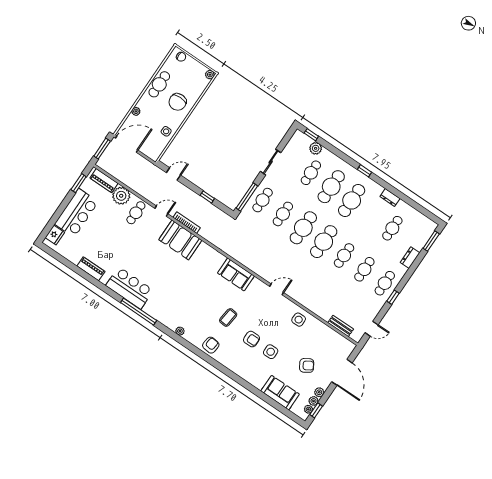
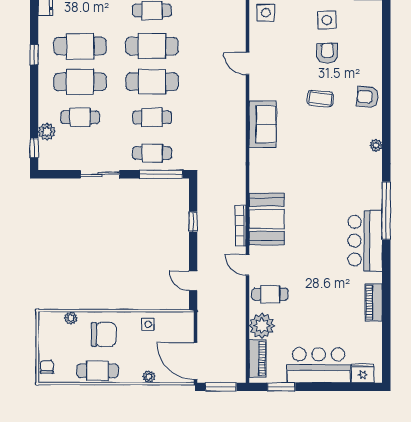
plant: (210, 75) -> (71, 318), moved

